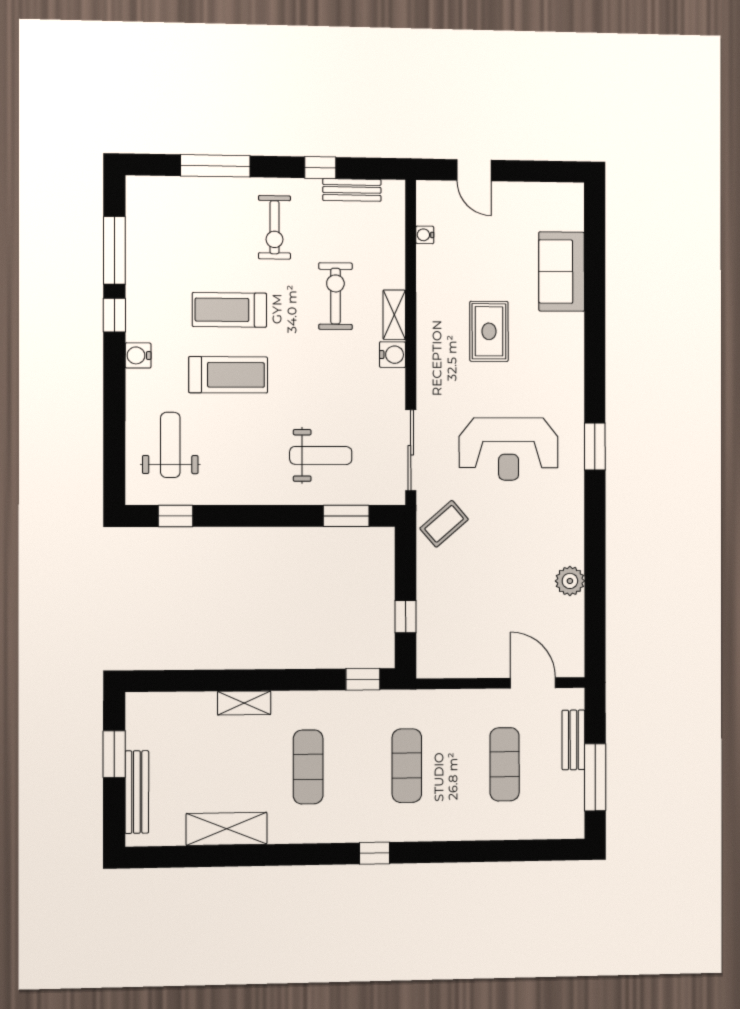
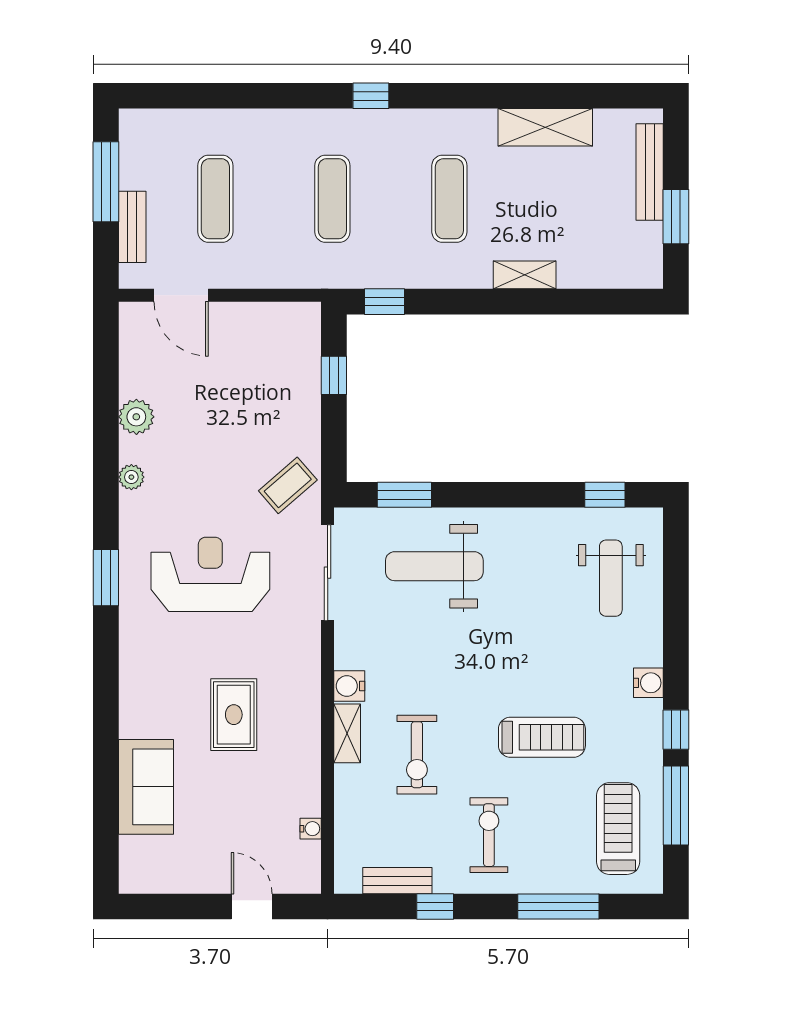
treadmill: (228, 375) -> (618, 829), moved, turned 90
weight bench: (321, 455) -> (434, 566), width x1.36, depth x1.33
plant: (574, 531) -> (131, 477), added

